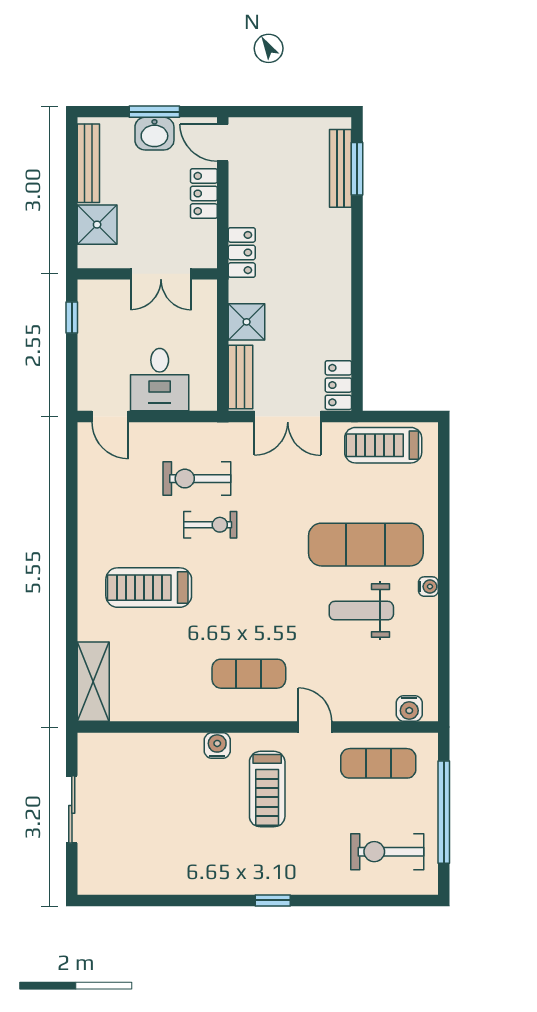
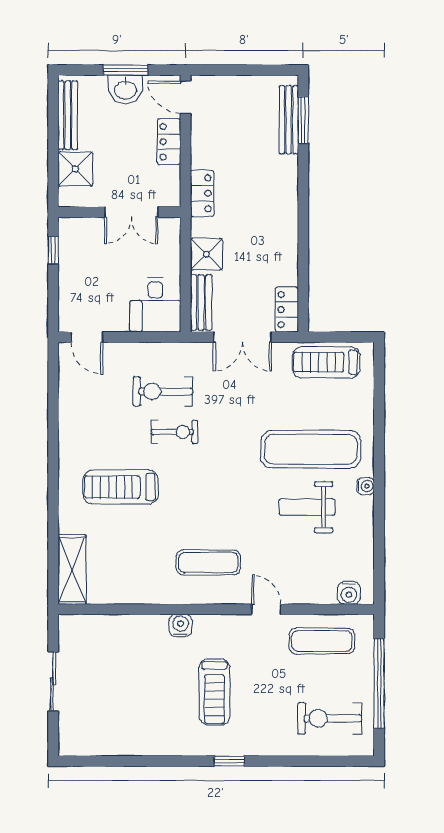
desk: (160, 380) -> (155, 305), moved
treadmill: (267, 789) -> (214, 692), moved

